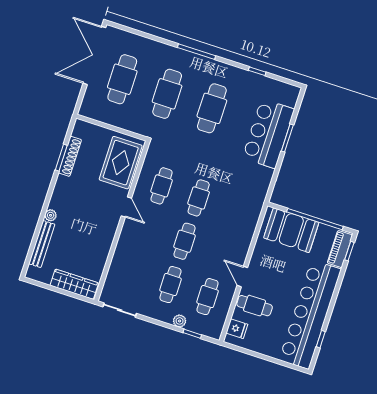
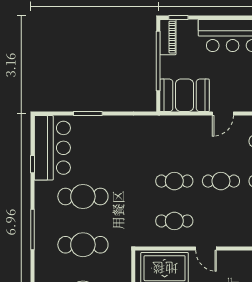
bar counter: (268, 134) -> (52, 148), moved, turned -90
door: (126, 207) -> (206, 249), swing flipped
booth: (291, 230) -> (185, 95), moved, turned 90
piano: (340, 249) -> (168, 37), moved, turned -90
door: (242, 276) -> (223, 114), moved

